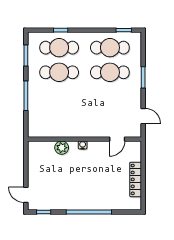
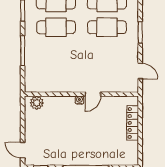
door: (117, 139) -> (93, 94), moved
plant: (62, 148) -> (37, 103), moved
locker: (136, 179) -> (133, 123), moved

